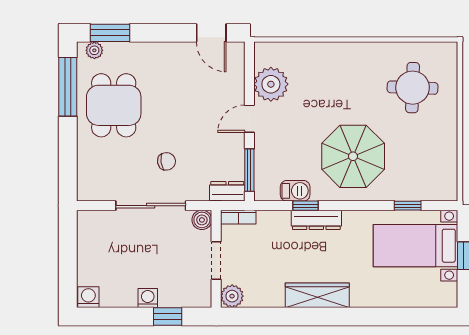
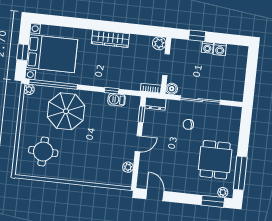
plant: (271, 84) -> (128, 167), width x0.53, depth x0.53
parasol: (353, 156) -> (66, 111), moved
window: (249, 170) -> (141, 114), width x0.67
plant: (449, 192) -> (29, 89), added
window: (408, 206) -> (53, 84), width x3.17
dresser: (316, 220) -> (106, 82), removed
bed with nightstands: (416, 246) -> (52, 54), width x1.36
washing machine: (88, 297) -> (220, 49), moved

